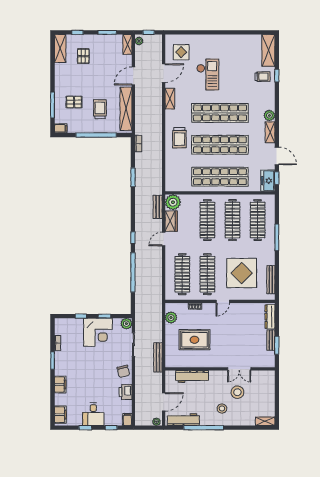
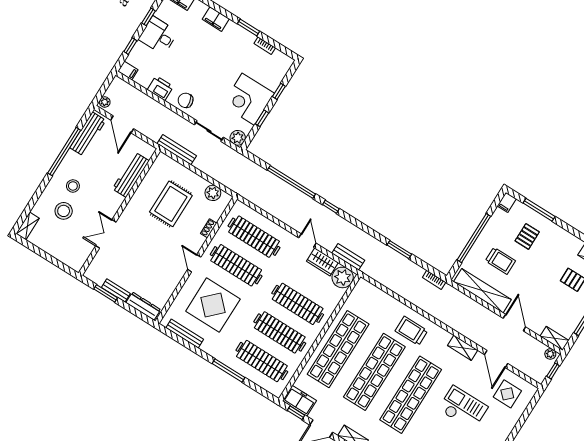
checkout: (208, 75) -> (463, 408), turned 180
stool: (237, 392) -> (64, 211), moved

